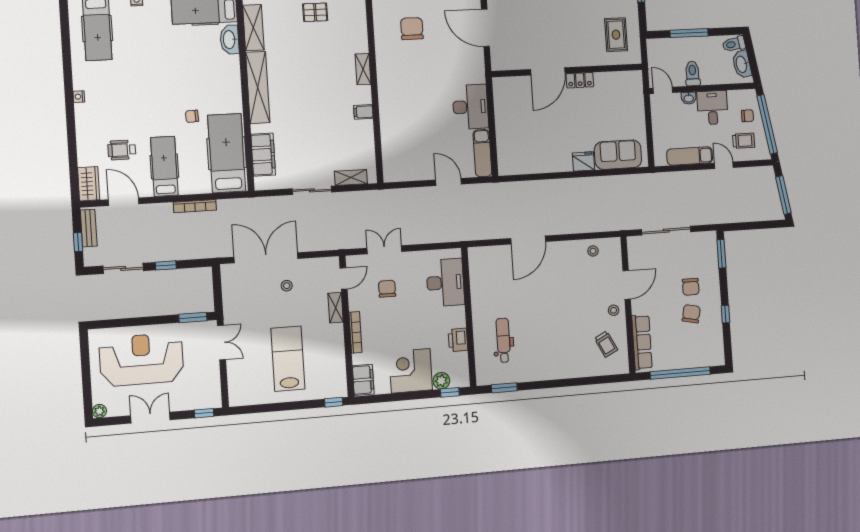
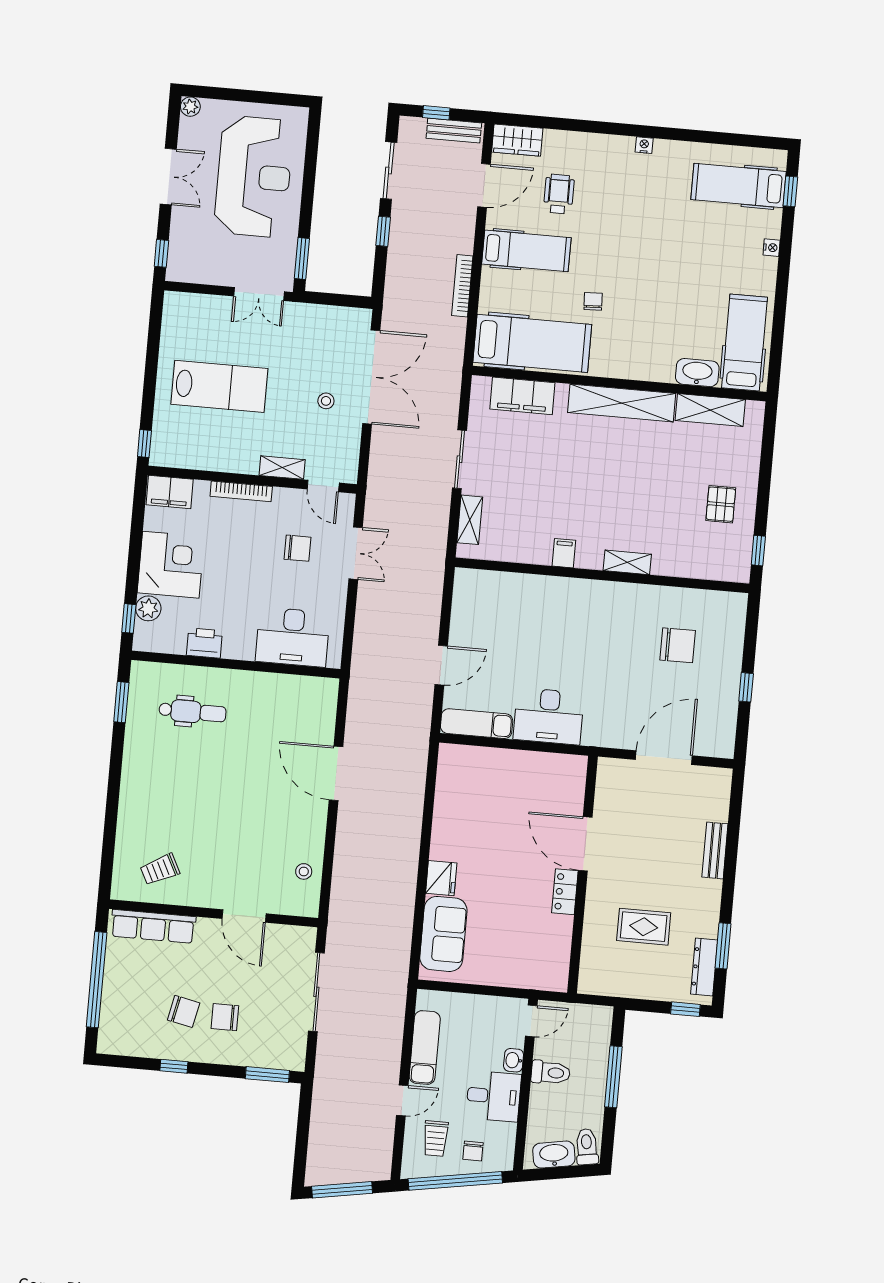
rug: (616, 35) -> (644, 927), moved
stool: (614, 310) -> (209, 889), removed

